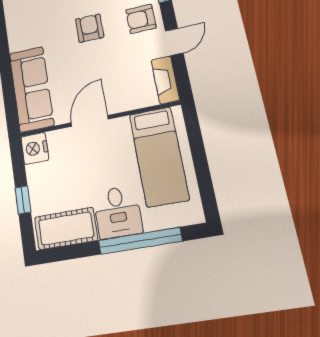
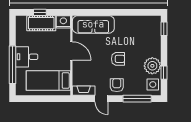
cot: (66, 229) -> (41, 23), moved, turned 90

